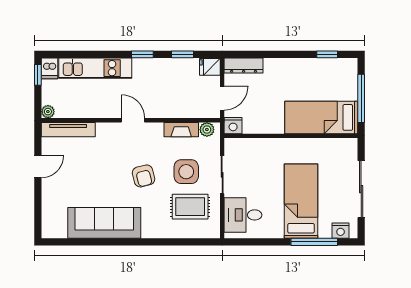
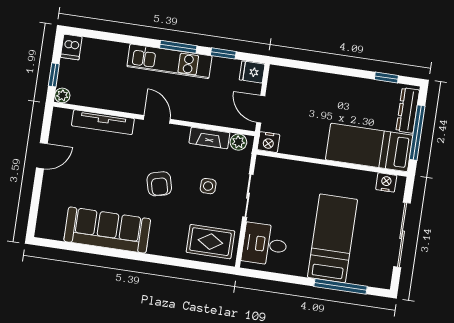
window: (142, 54) -> (178, 47), width x1.50
dresser: (244, 65) -> (408, 110), moved, turned 90
kitchen unit: (95, 68) -> (169, 61), moved
window: (38, 75) -> (54, 75), moved
door: (222, 98) -> (261, 109), swing flipped
tv unit: (68, 130) -> (103, 122), moved
side table: (186, 172) -> (208, 186), width x0.54, depth x0.54
rug: (190, 207) -> (210, 242), moved
nightstand: (341, 231) -> (386, 182), moved, turned 180

